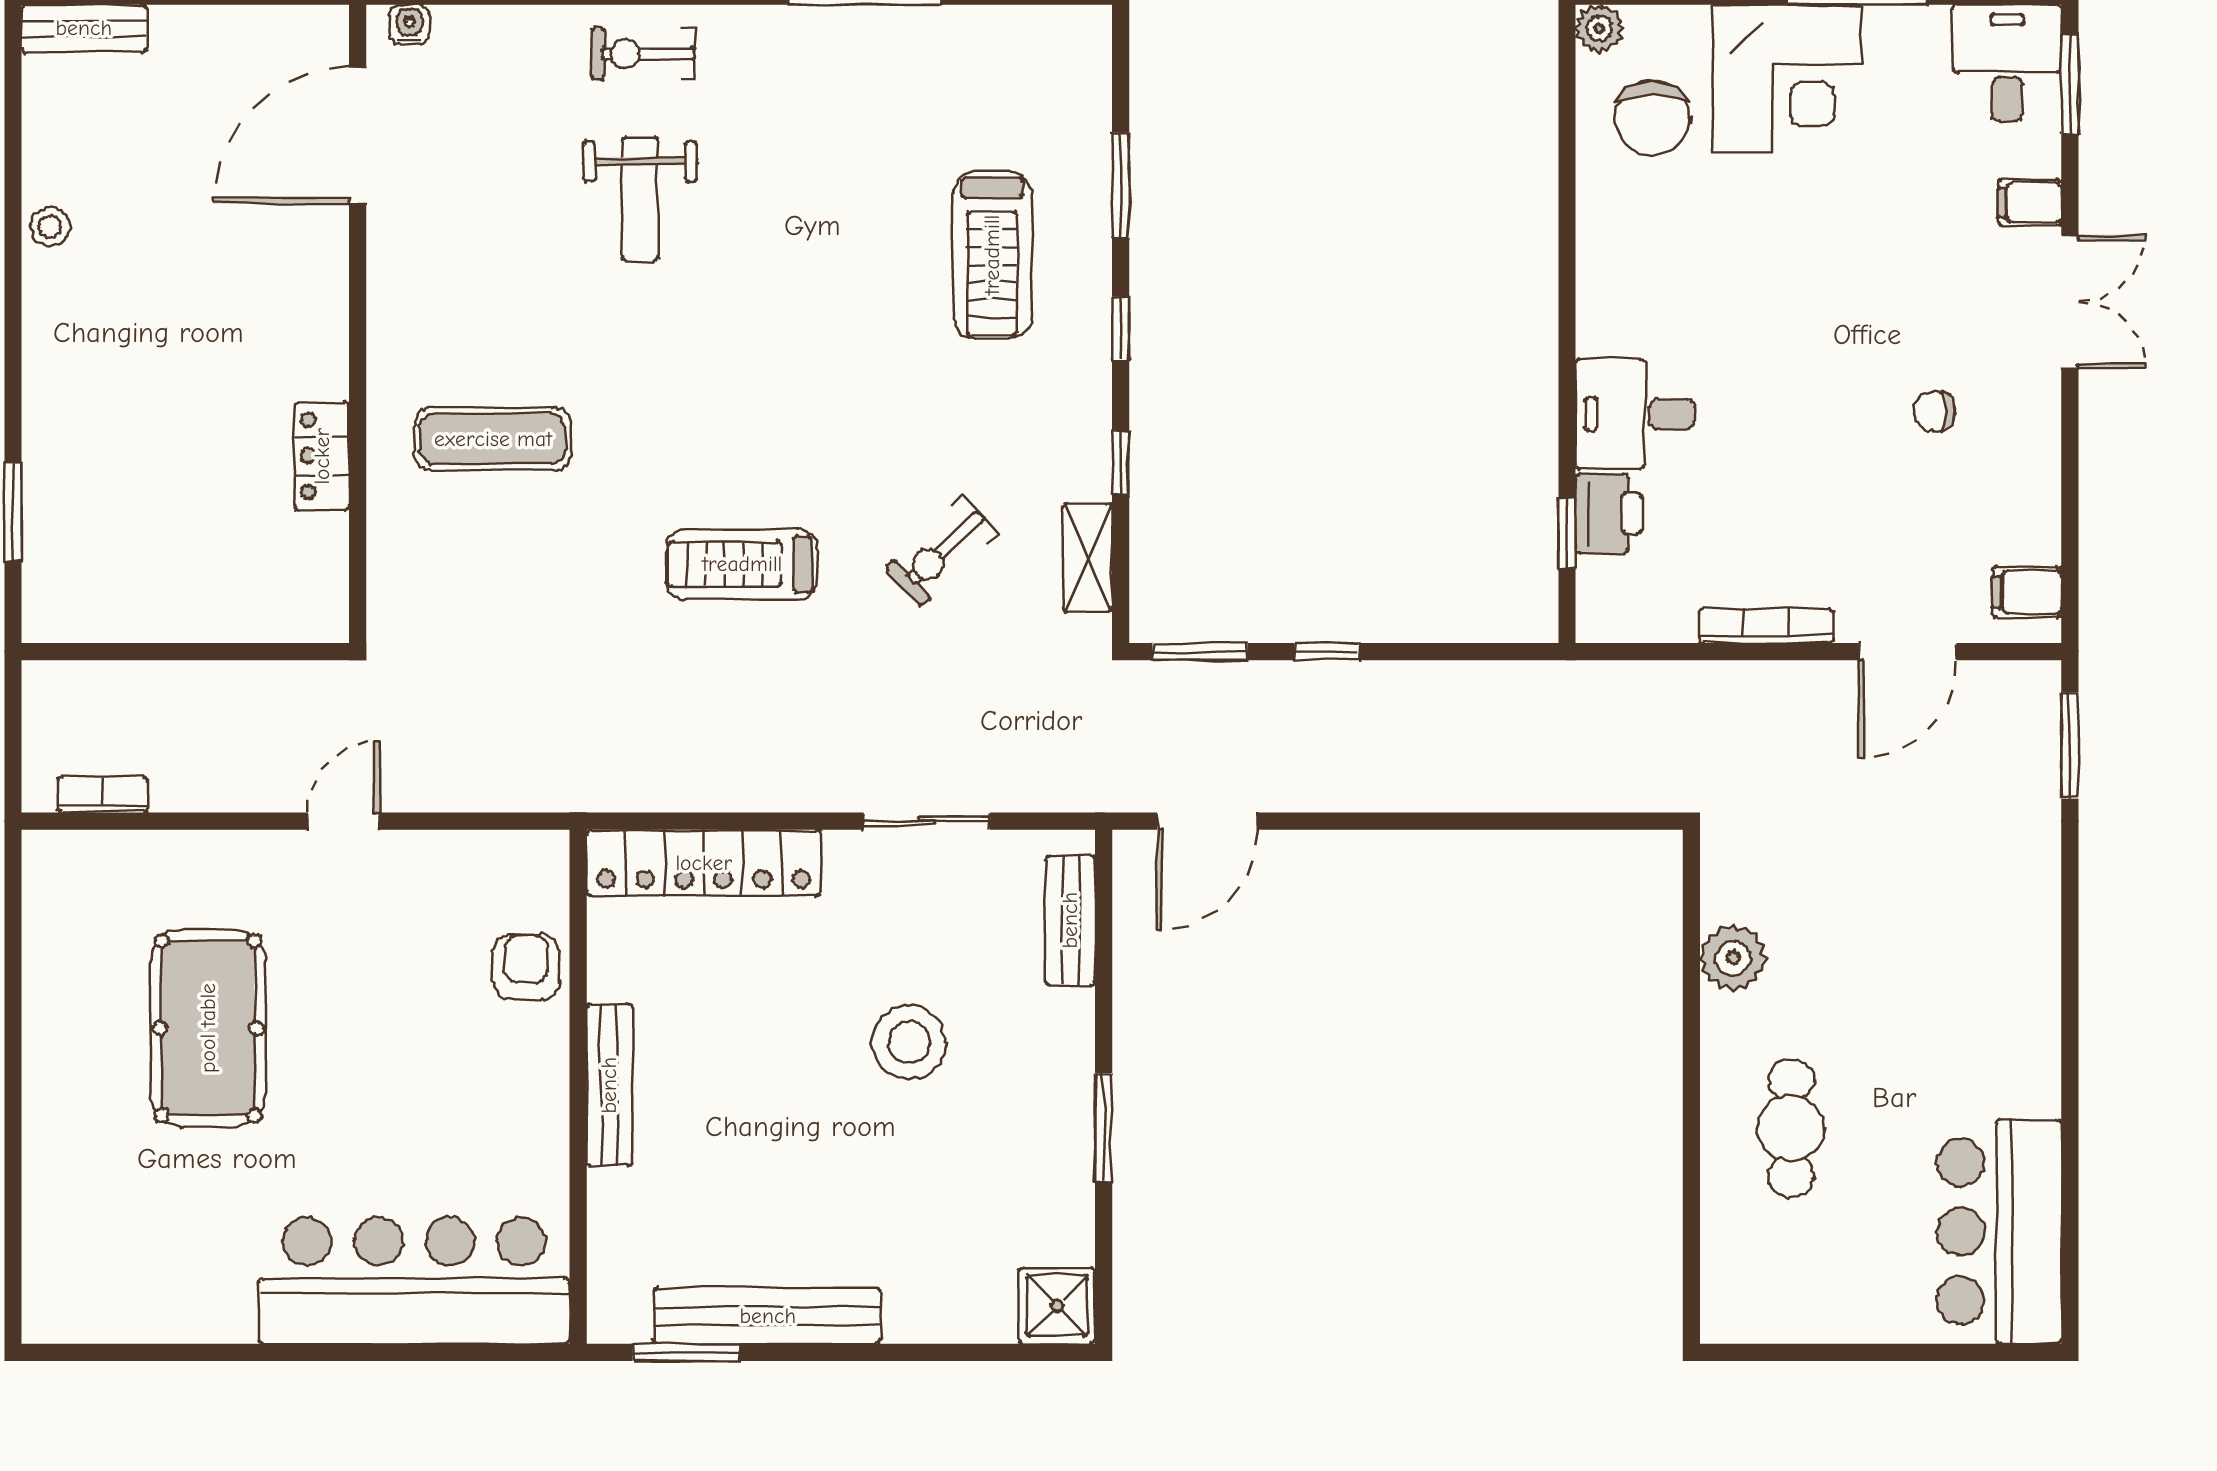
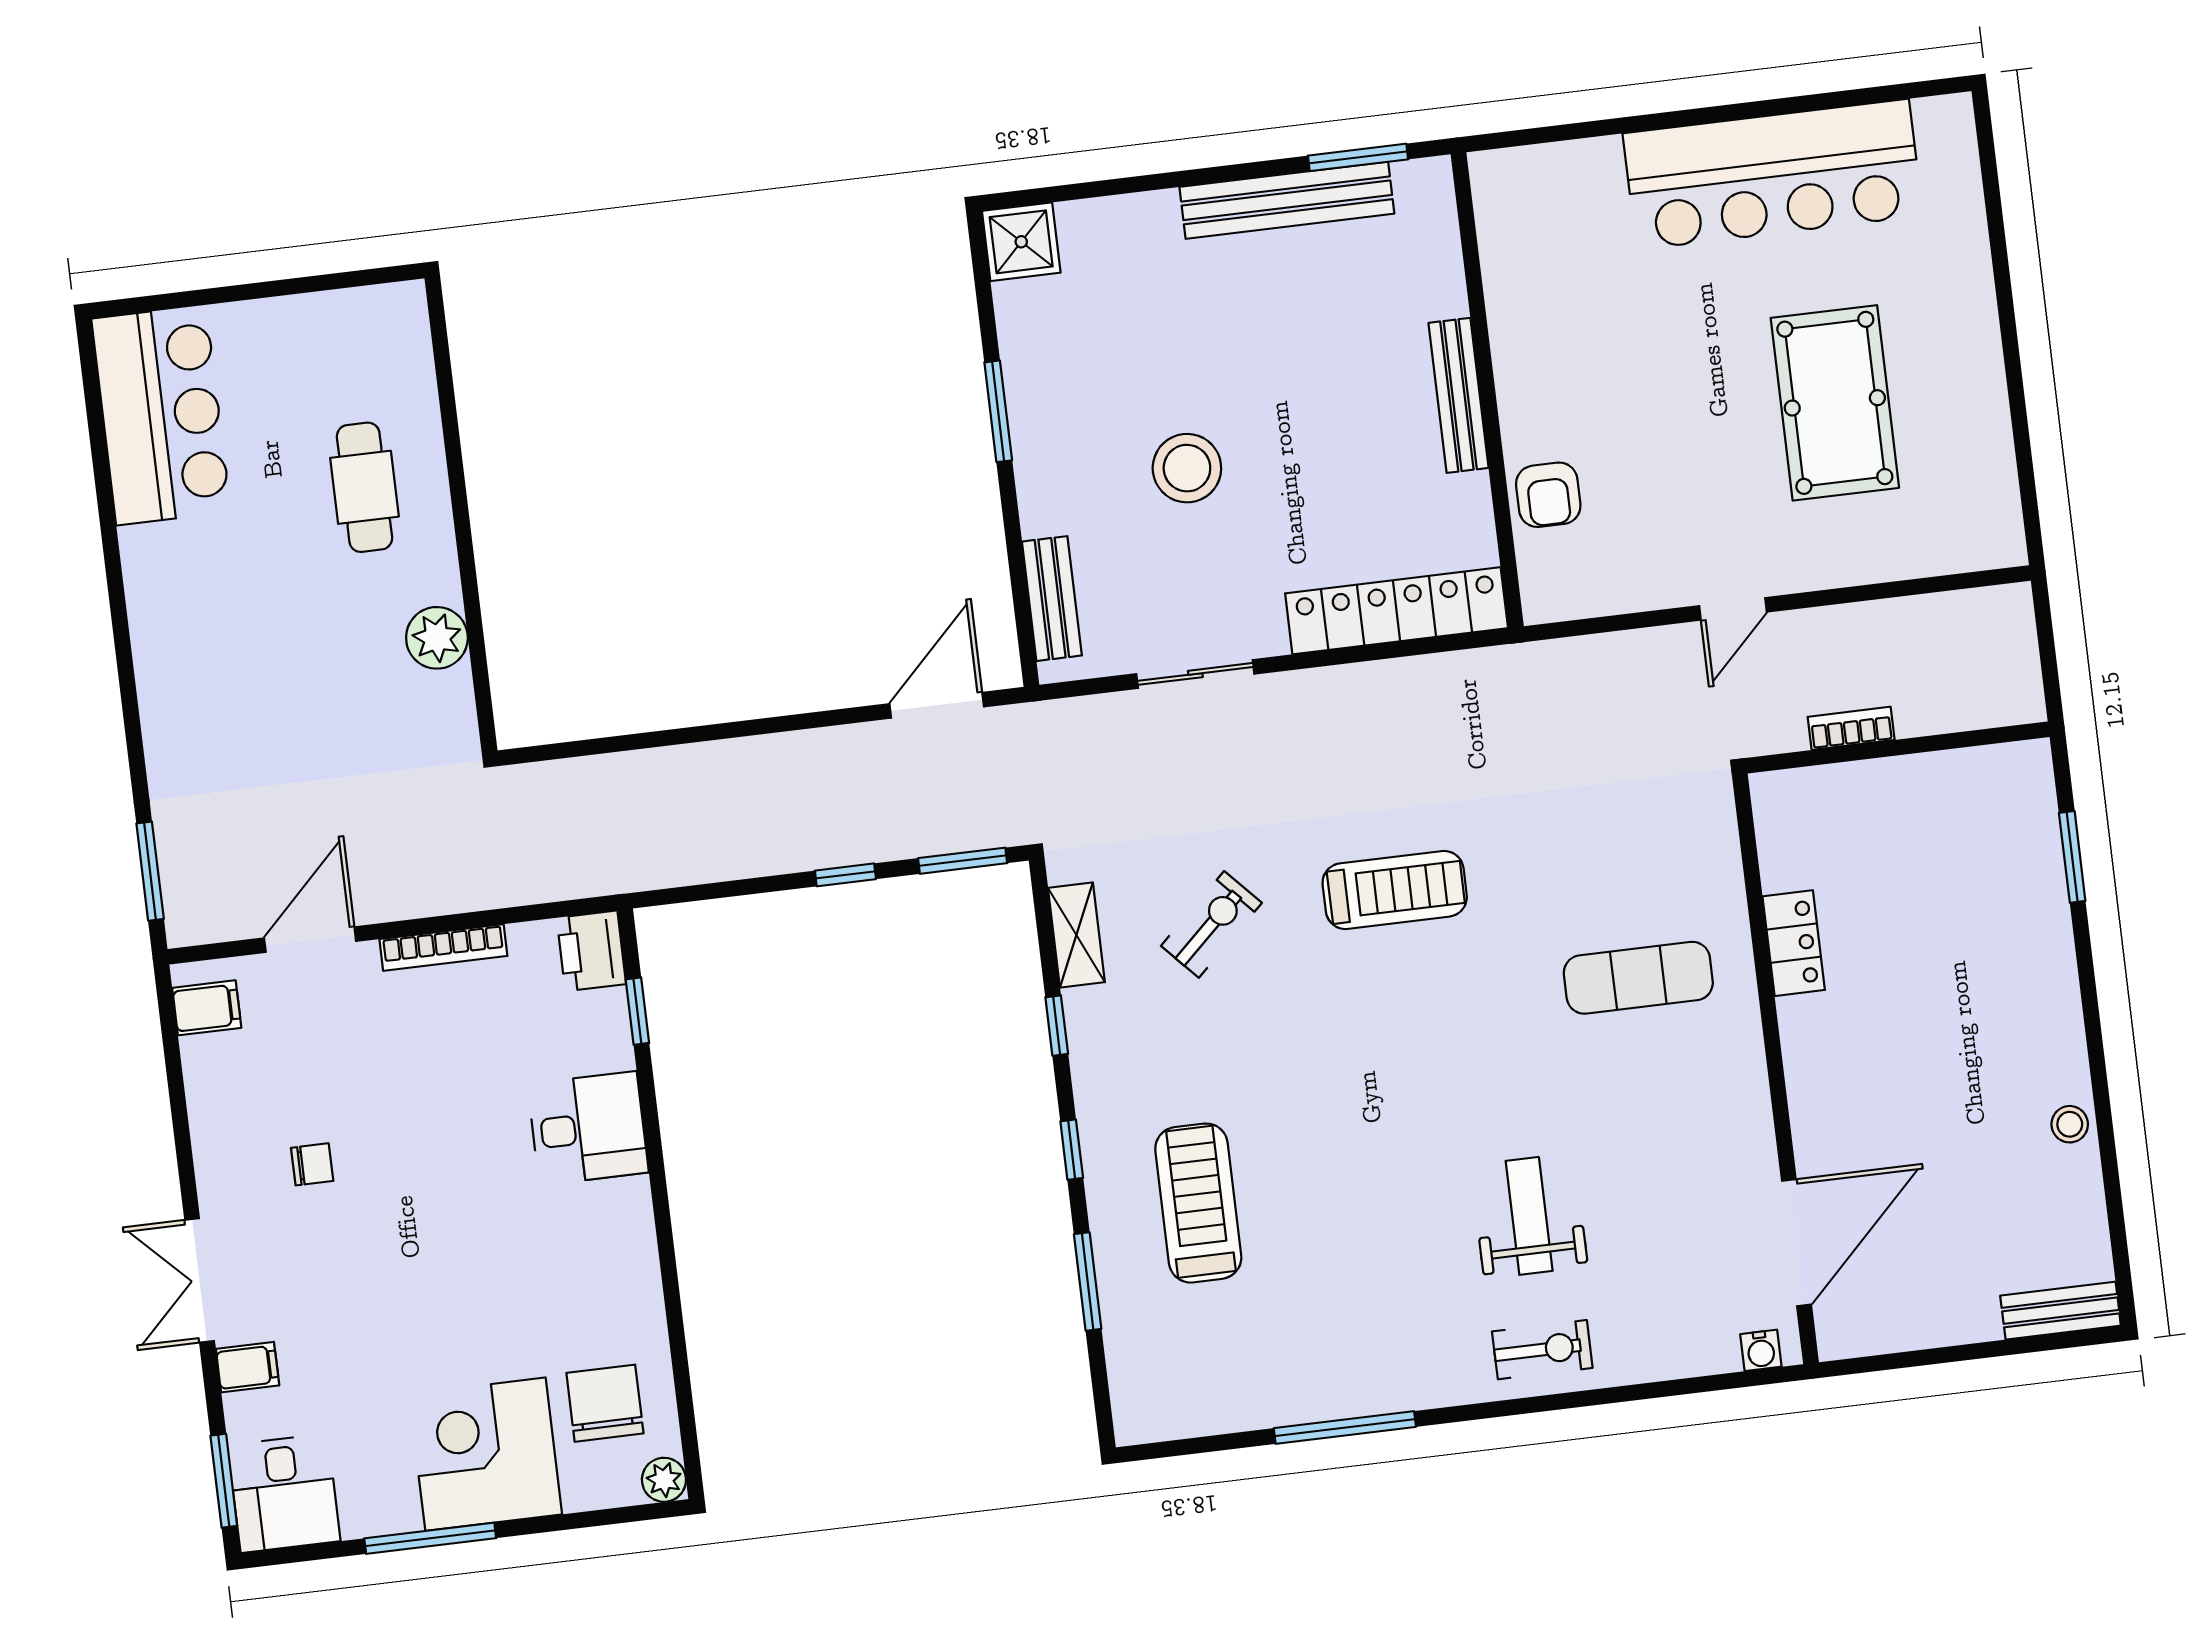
printer: (1608, 514) -> (591, 951), moved
bookcase: (103, 795) -> (1851, 728), moved, turned 180
bar counter: (414, 1281) -> (1773, 174), moved

